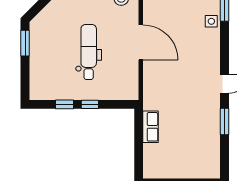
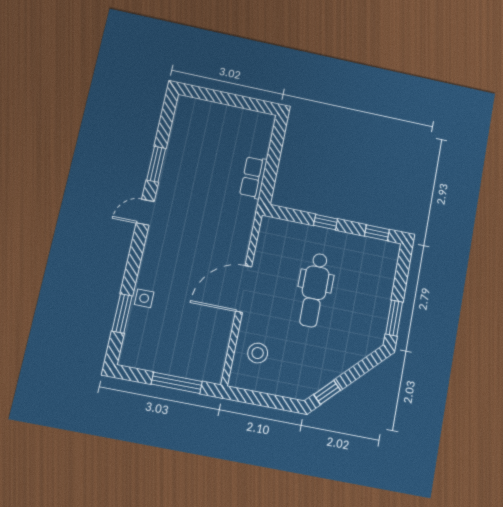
door: (141, 42) -> (244, 289), hinge flipped
window: (65, 104) -> (377, 233), moved

